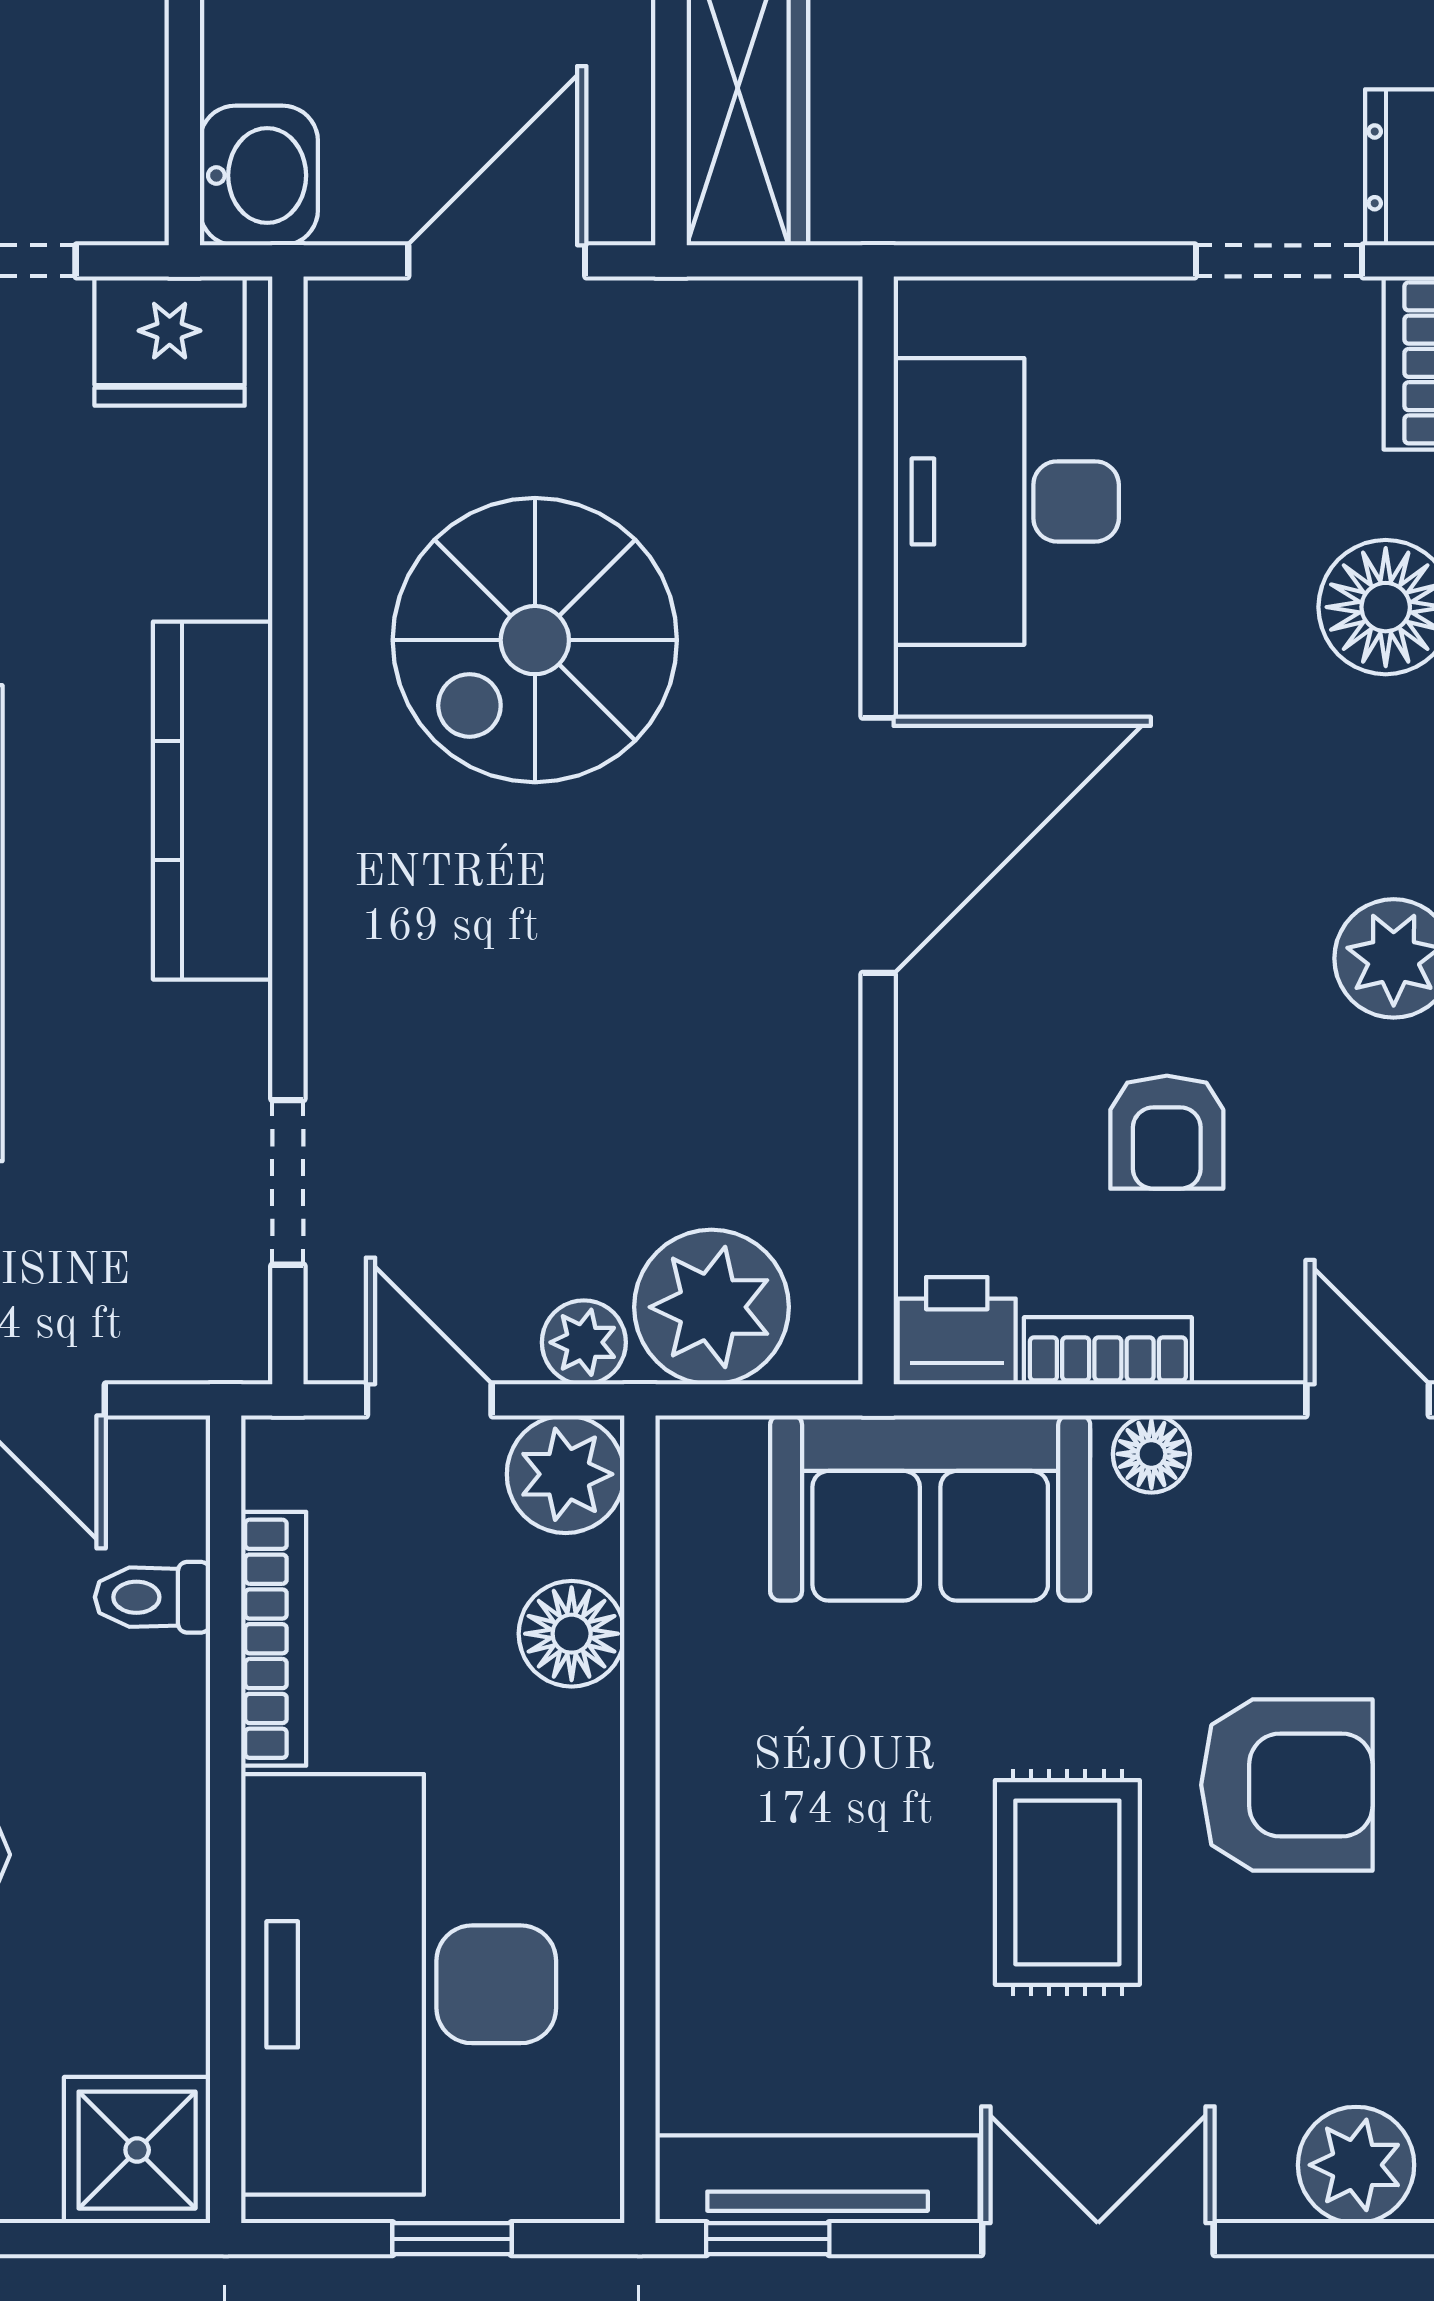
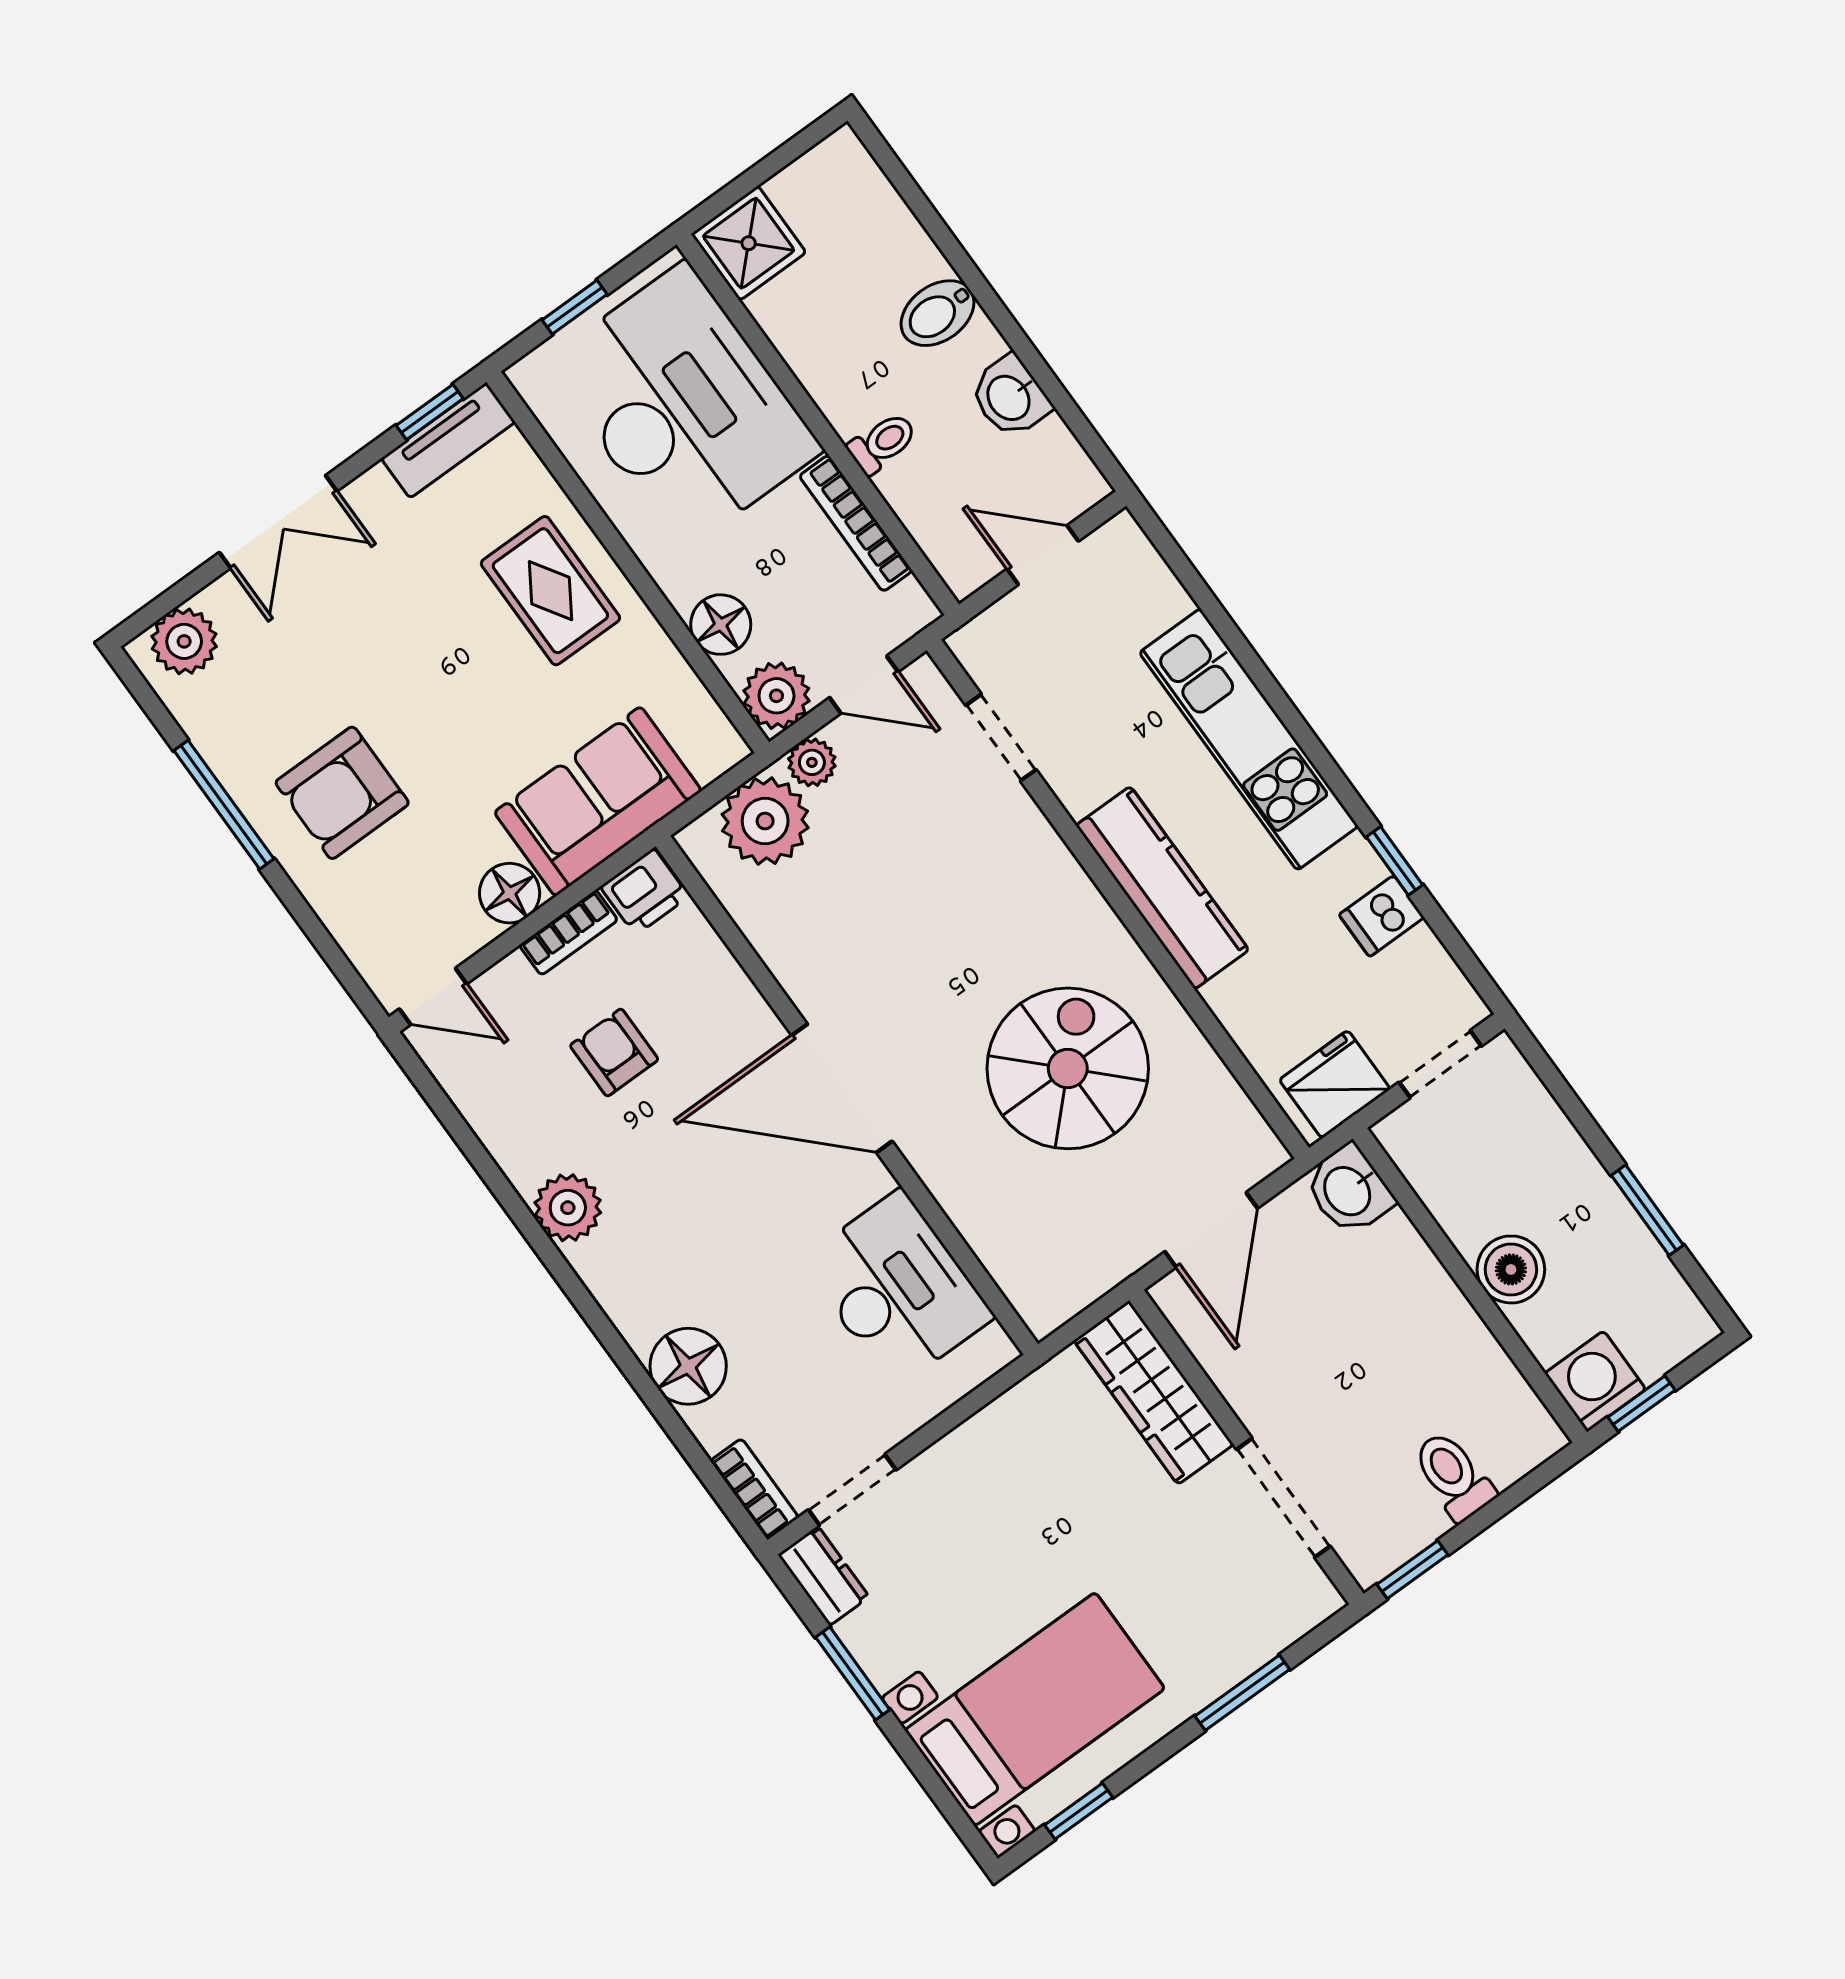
door: (878, 845) -> (842, 1088), hinge flipped
floor lamp: (1151, 1454) -> (510, 893), width x1.37, depth x1.37
toilet: (153, 1597) -> (882, 443), moved
rug: (1067, 1882) -> (550, 591), moved
tv unit: (818, 2179) -> (448, 440), width x0.71

